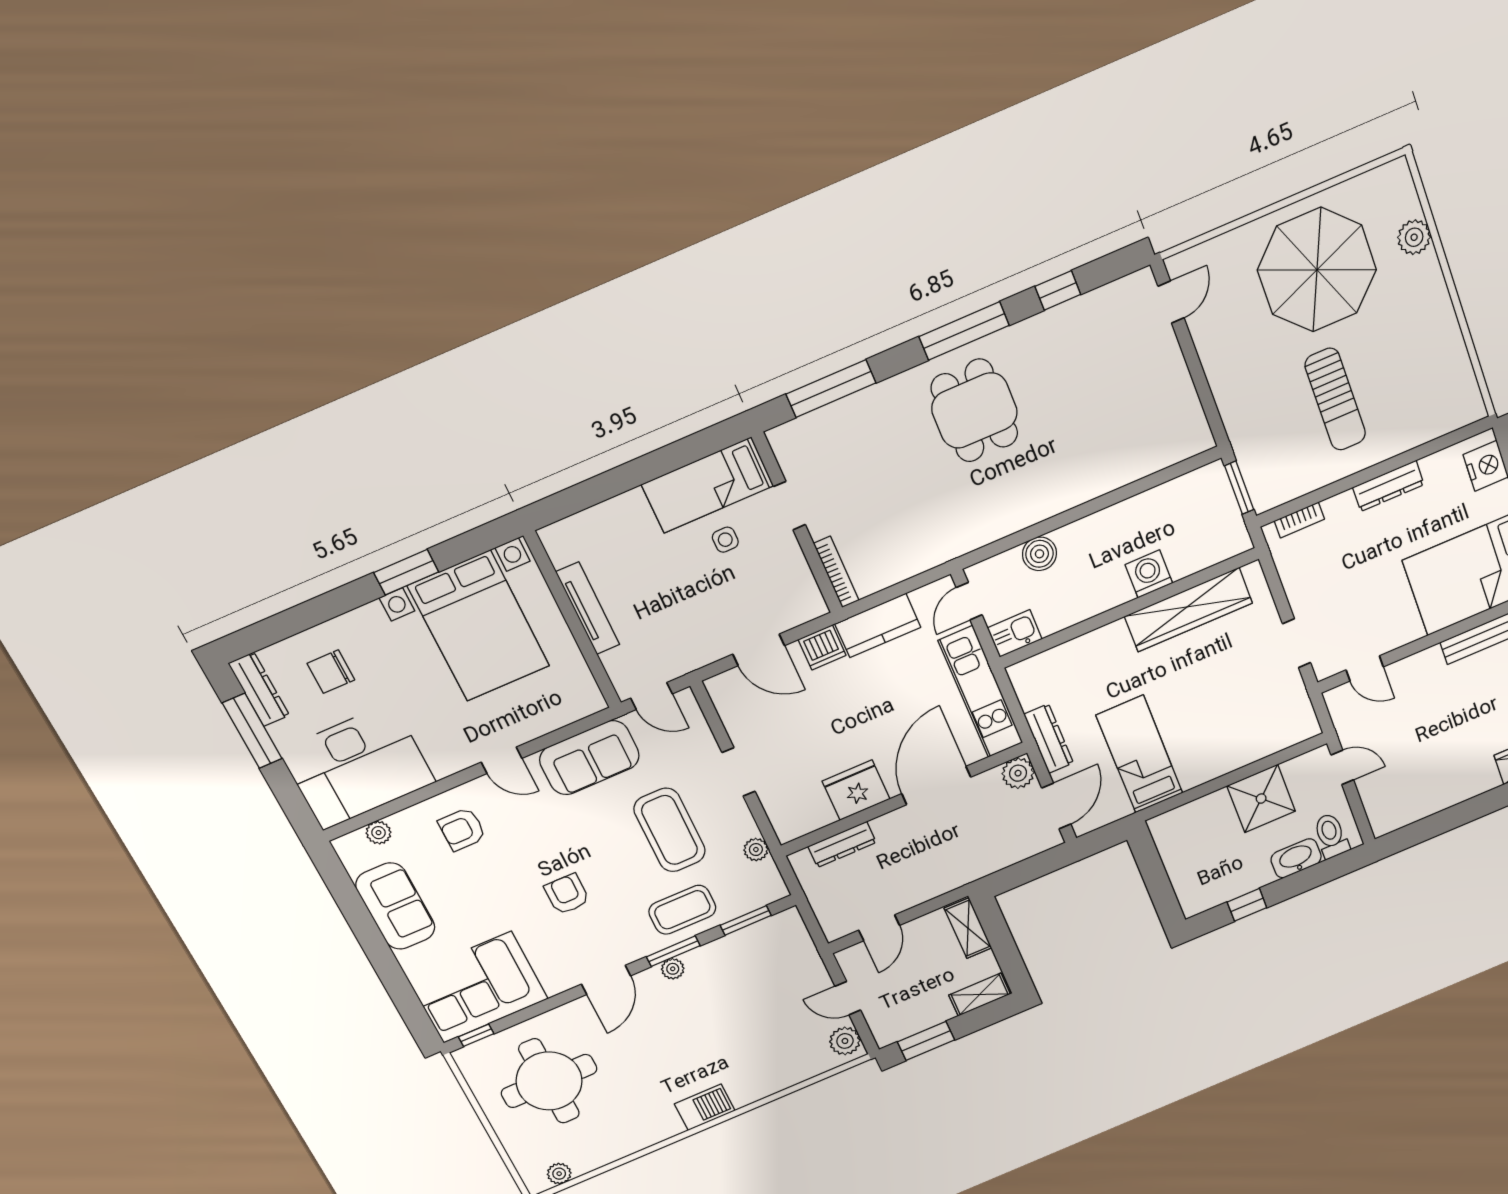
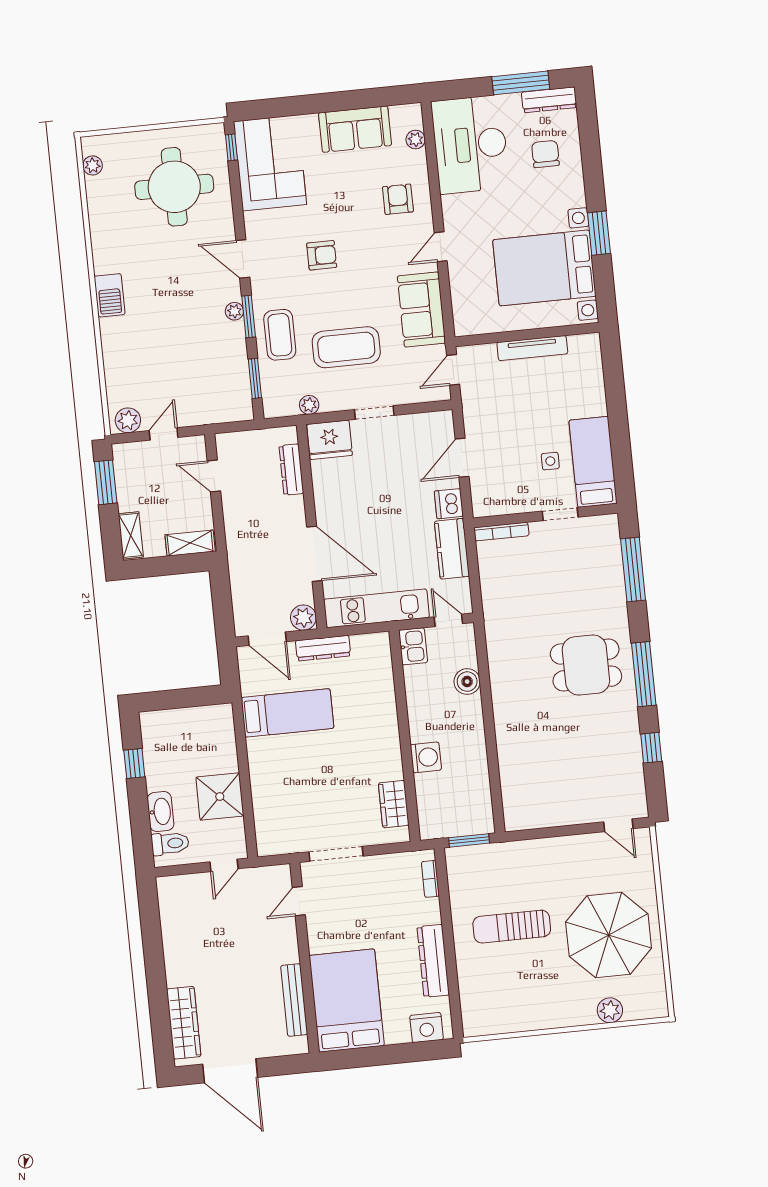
dresser: (1388, 486) -> (433, 961), width x1.37, depth x1.24
wardrobe: (1188, 610) -> (394, 804), width x0.48, depth x0.85
doorway: (1296, 643) -> (336, 854), width x1.38
fridge: (856, 790) -> (330, 440), moved, turned 90

